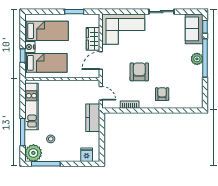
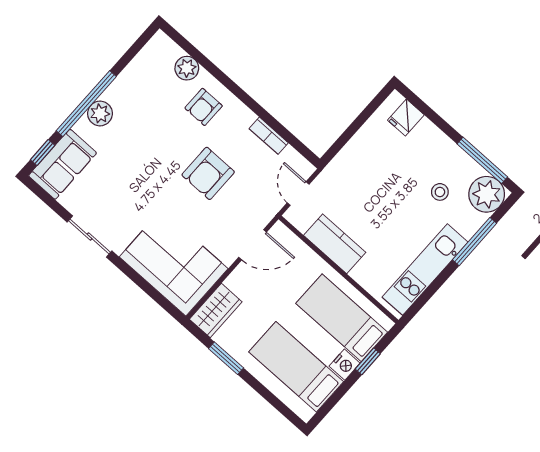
wardrobe: (93, 39) -> (216, 311), moved
plant: (180, 103) -> (187, 68), added
kitchen counter: (93, 118) -> (335, 244), moved, turned -90

